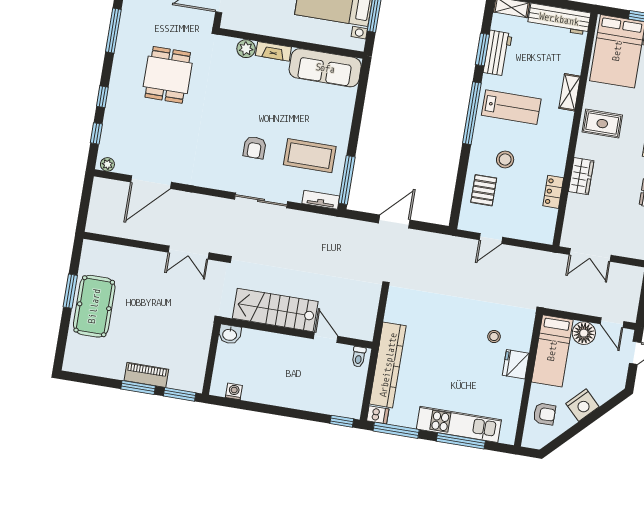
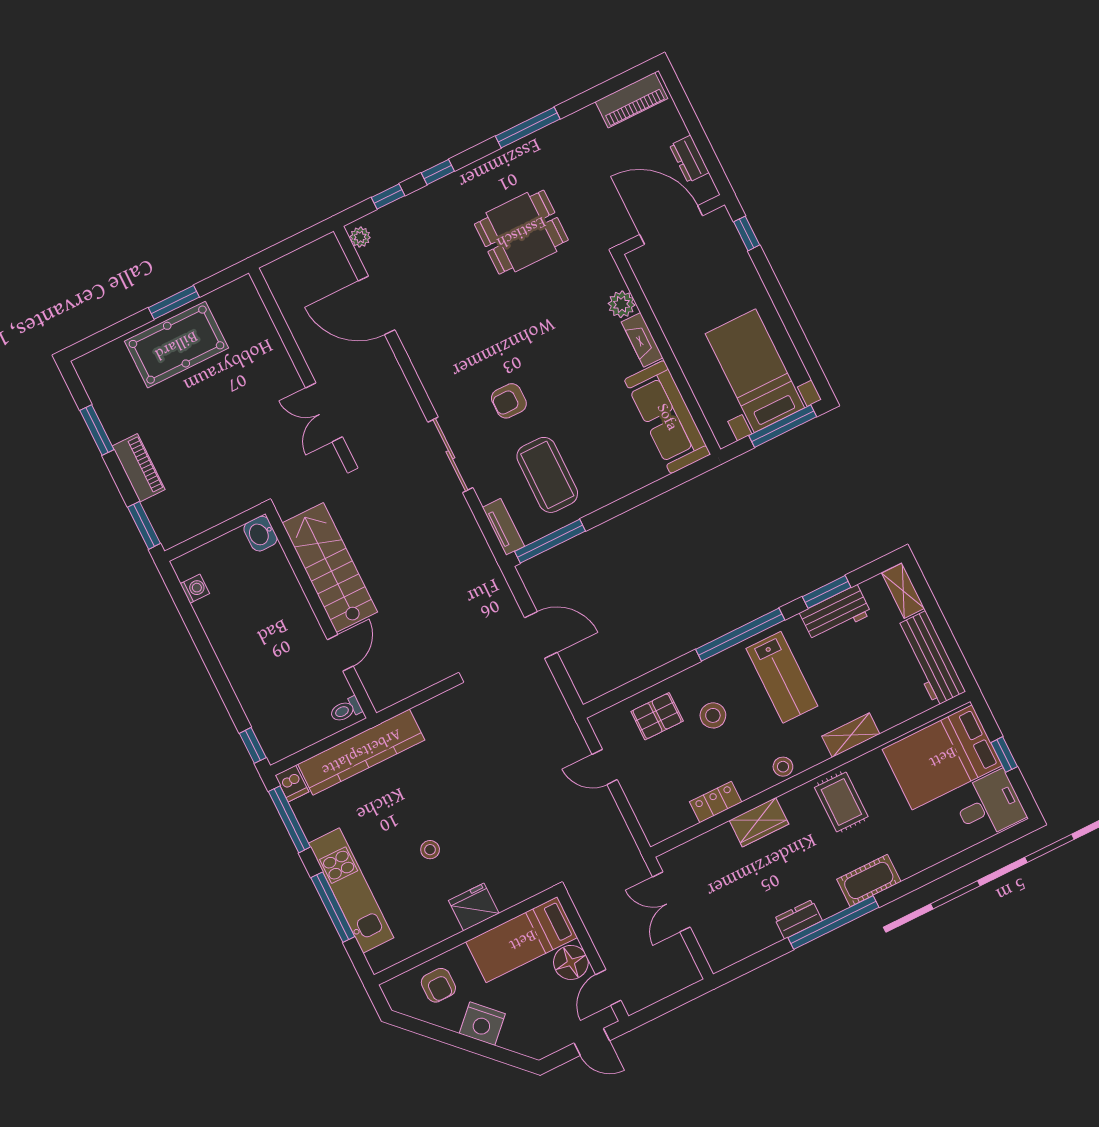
stool: (560, 141) -> (783, 767), added
stool: (494, 337) -> (430, 850), moved
window: (138, 387) -> (97, 430), moved

